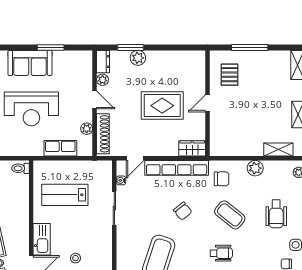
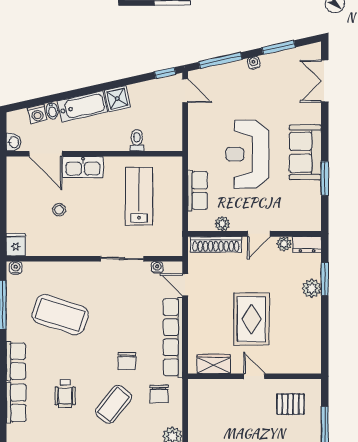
wardrobe: (192, 148) -> (214, 364), moved, turned -90
toilet: (20, 168) -> (137, 140), moved
chair: (183, 211) -> (127, 361), moved, turned -51

